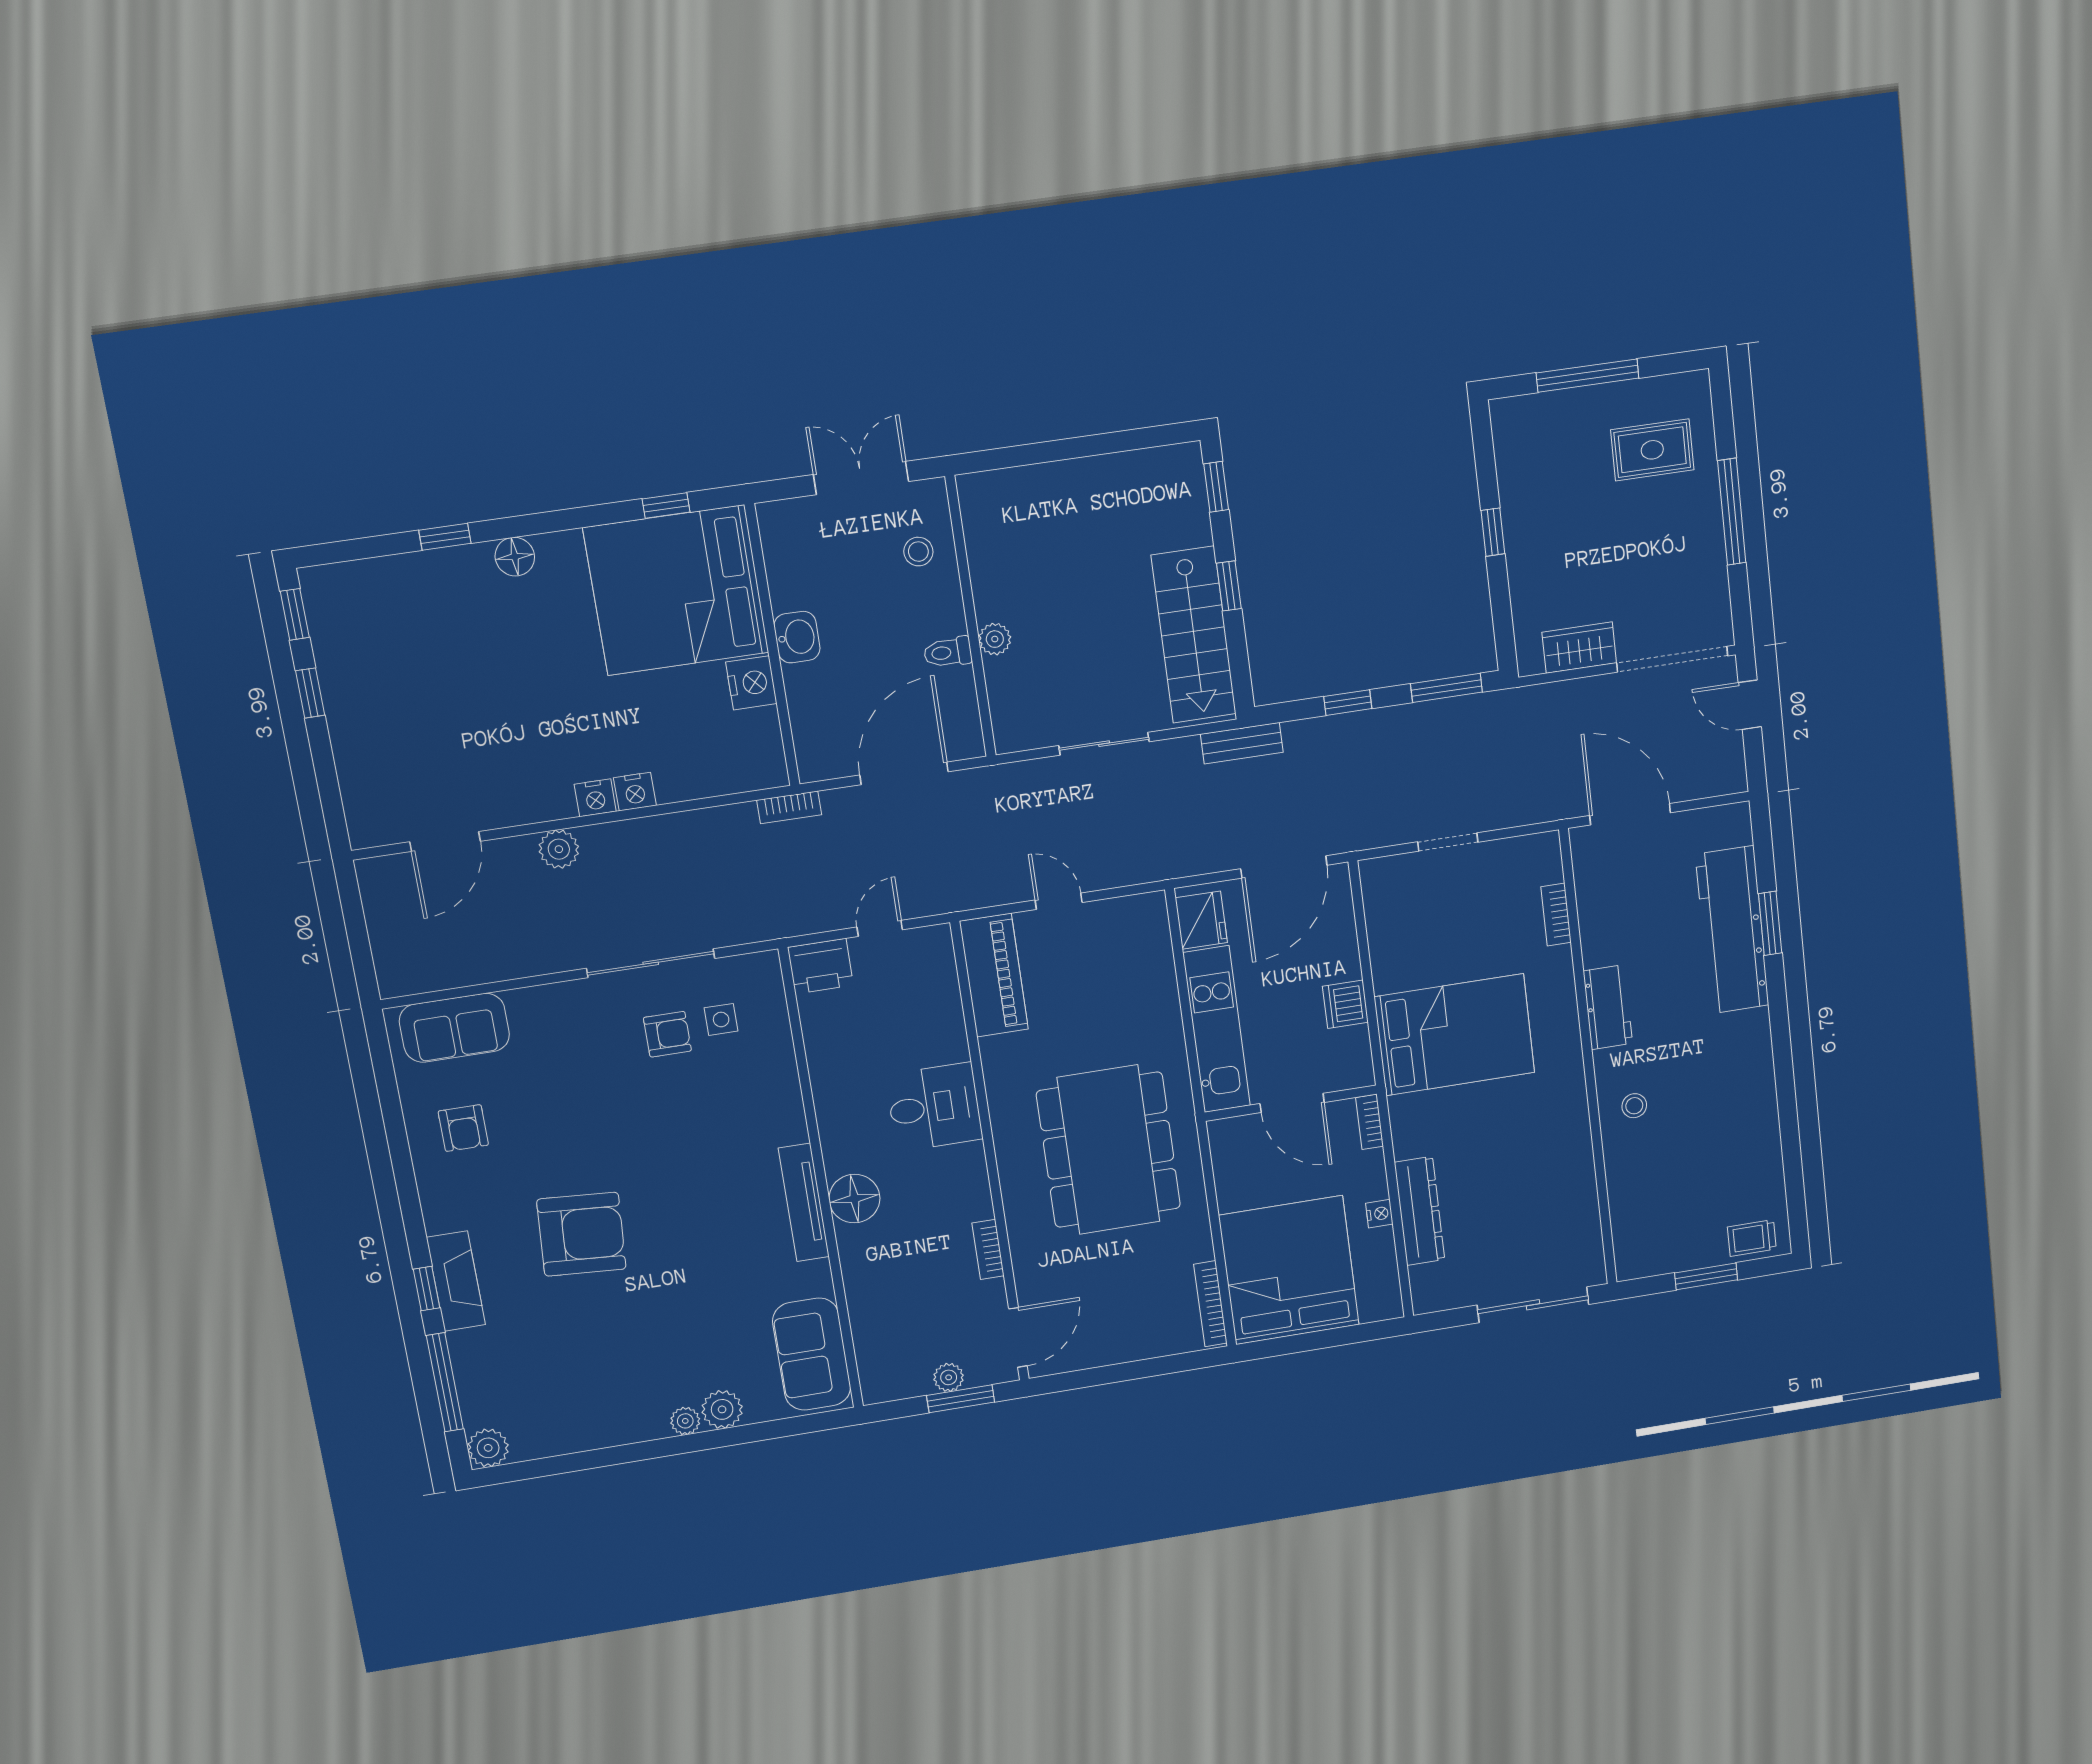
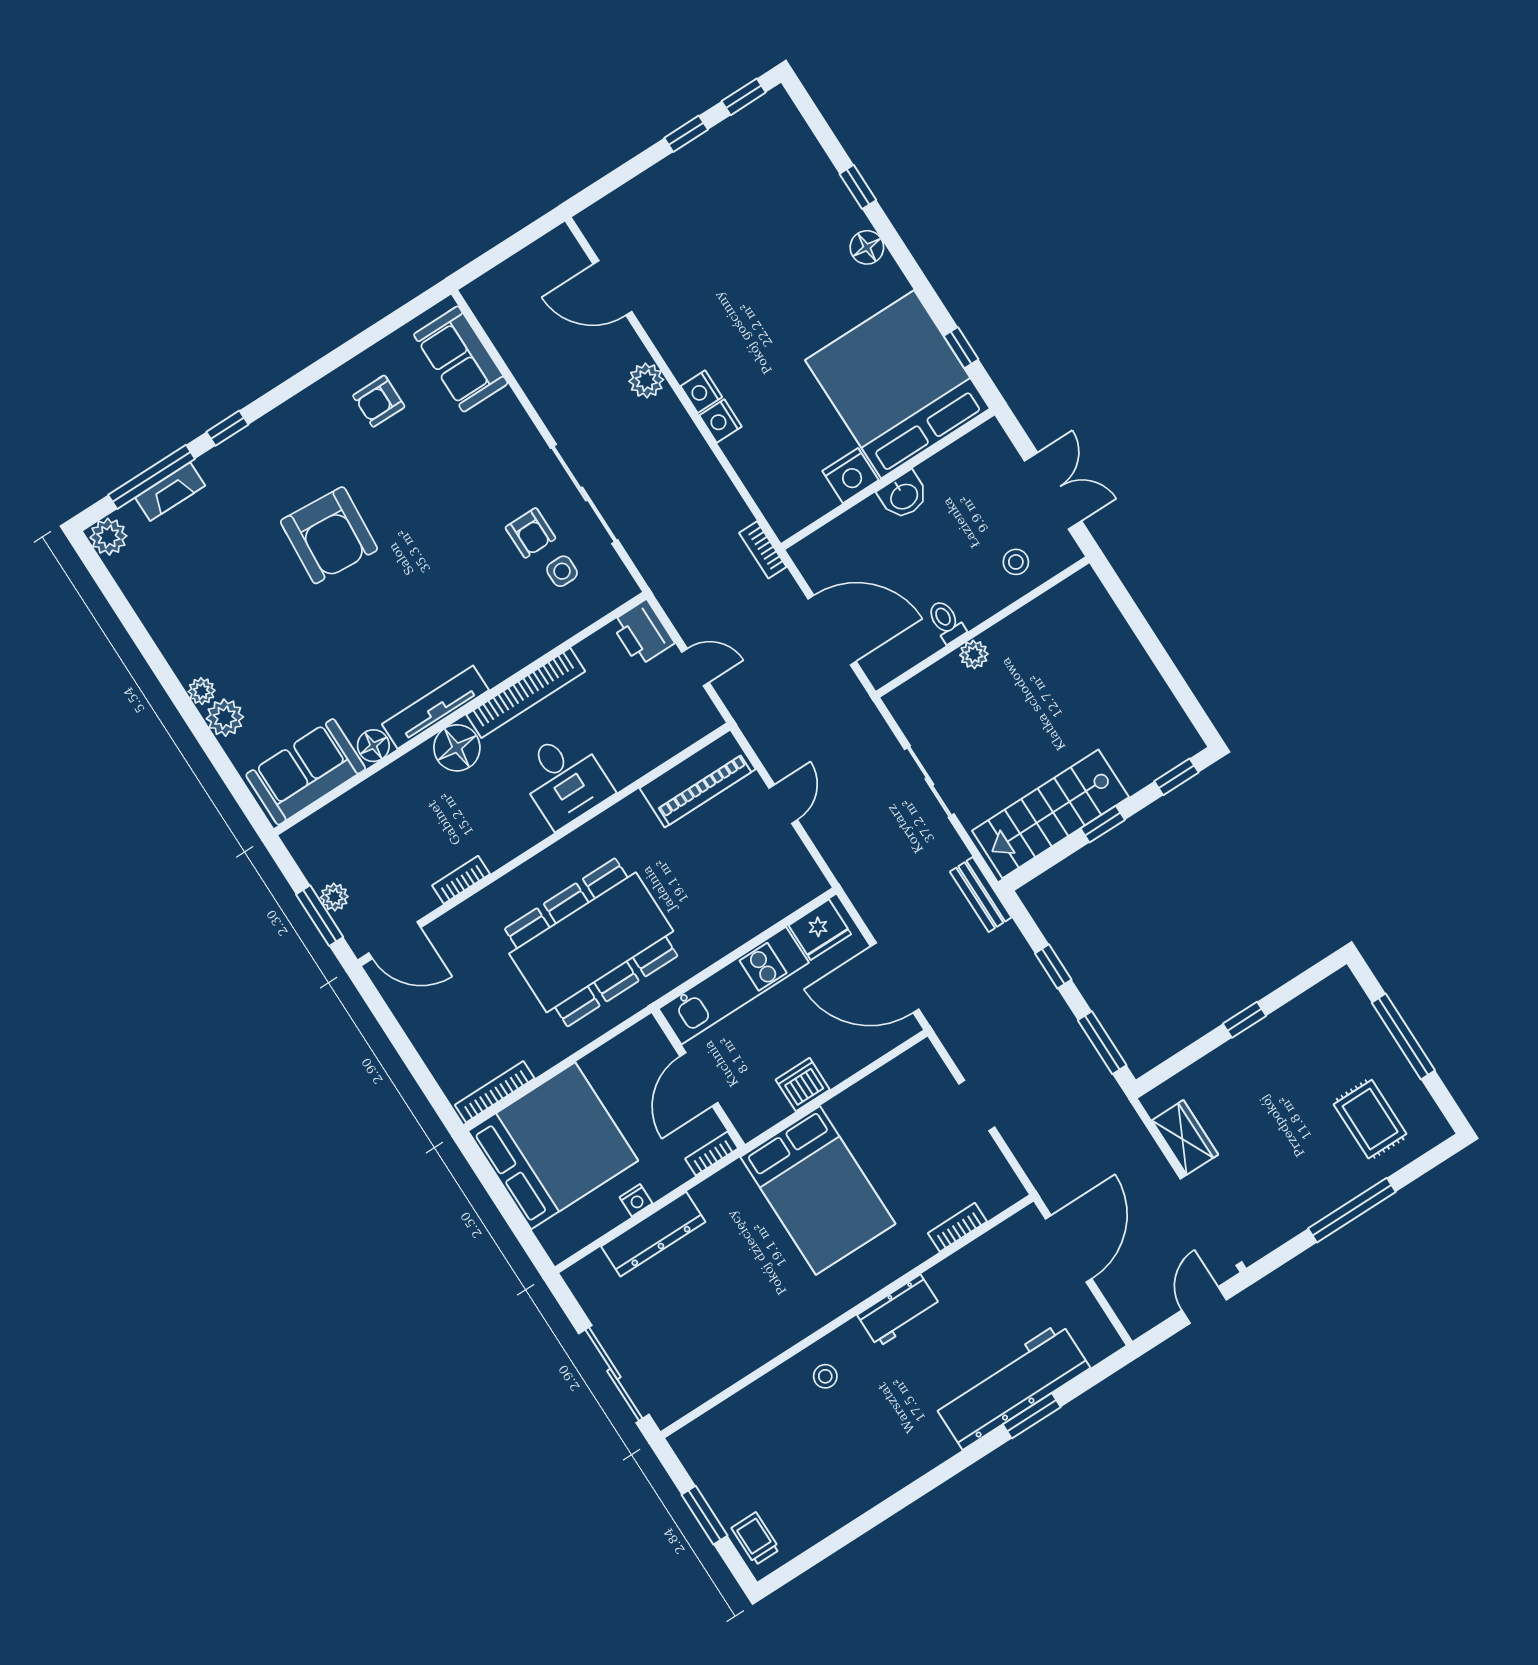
bookcase: (830, 1108) -> (526, 693), added
floor lamp: (815, 1279) -> (373, 746), added
fireplace: (456, 1281) -> (170, 492), moved, width x0.73, depth x0.76

